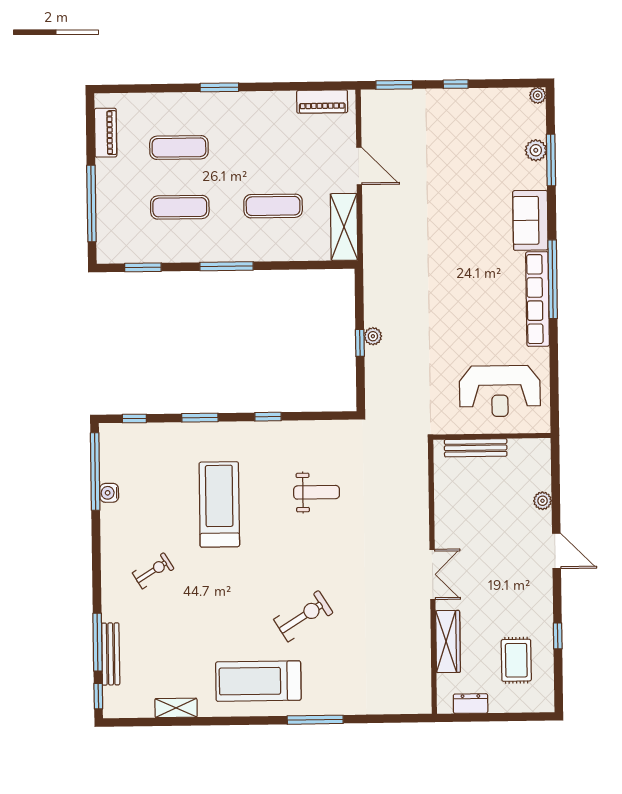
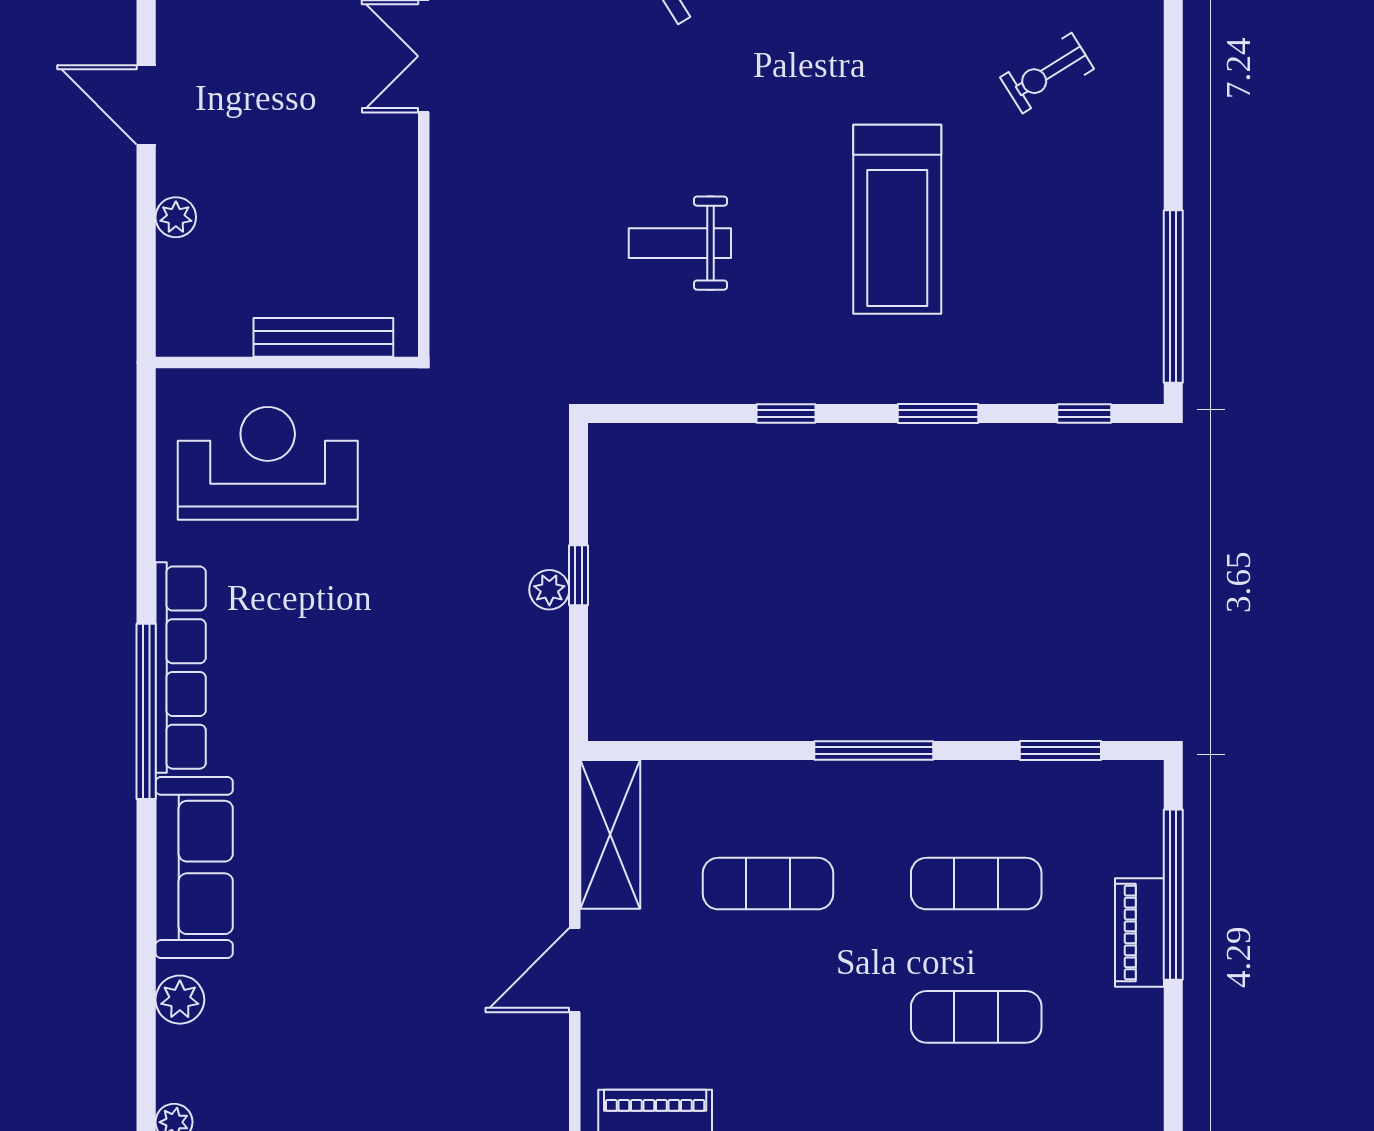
piano: (106, 133) -> (1139, 932), moved
window: (551, 160) -> (146, 978), removed
door: (359, 166) -> (575, 970), hinge flipped
sofa: (530, 220) -> (194, 867), width x1.36
water cooler: (109, 493) -> (1143, 248), removed

